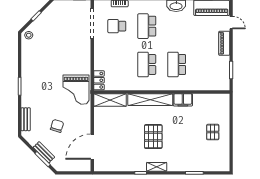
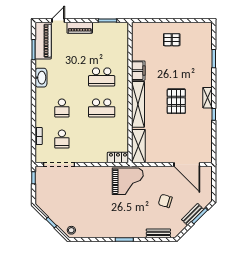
school desk: (147, 26) -> (62, 108), width x0.54
pallet: (153, 137) -> (176, 101), turned 90

